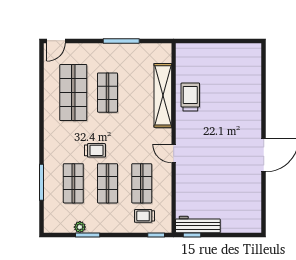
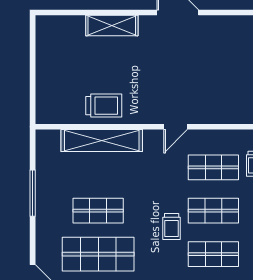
trolley: (190, 97) -> (104, 106), turned 180
shelving: (253, 103) -> (112, 26), added
trolley: (95, 150) -> (172, 227), turned 180

